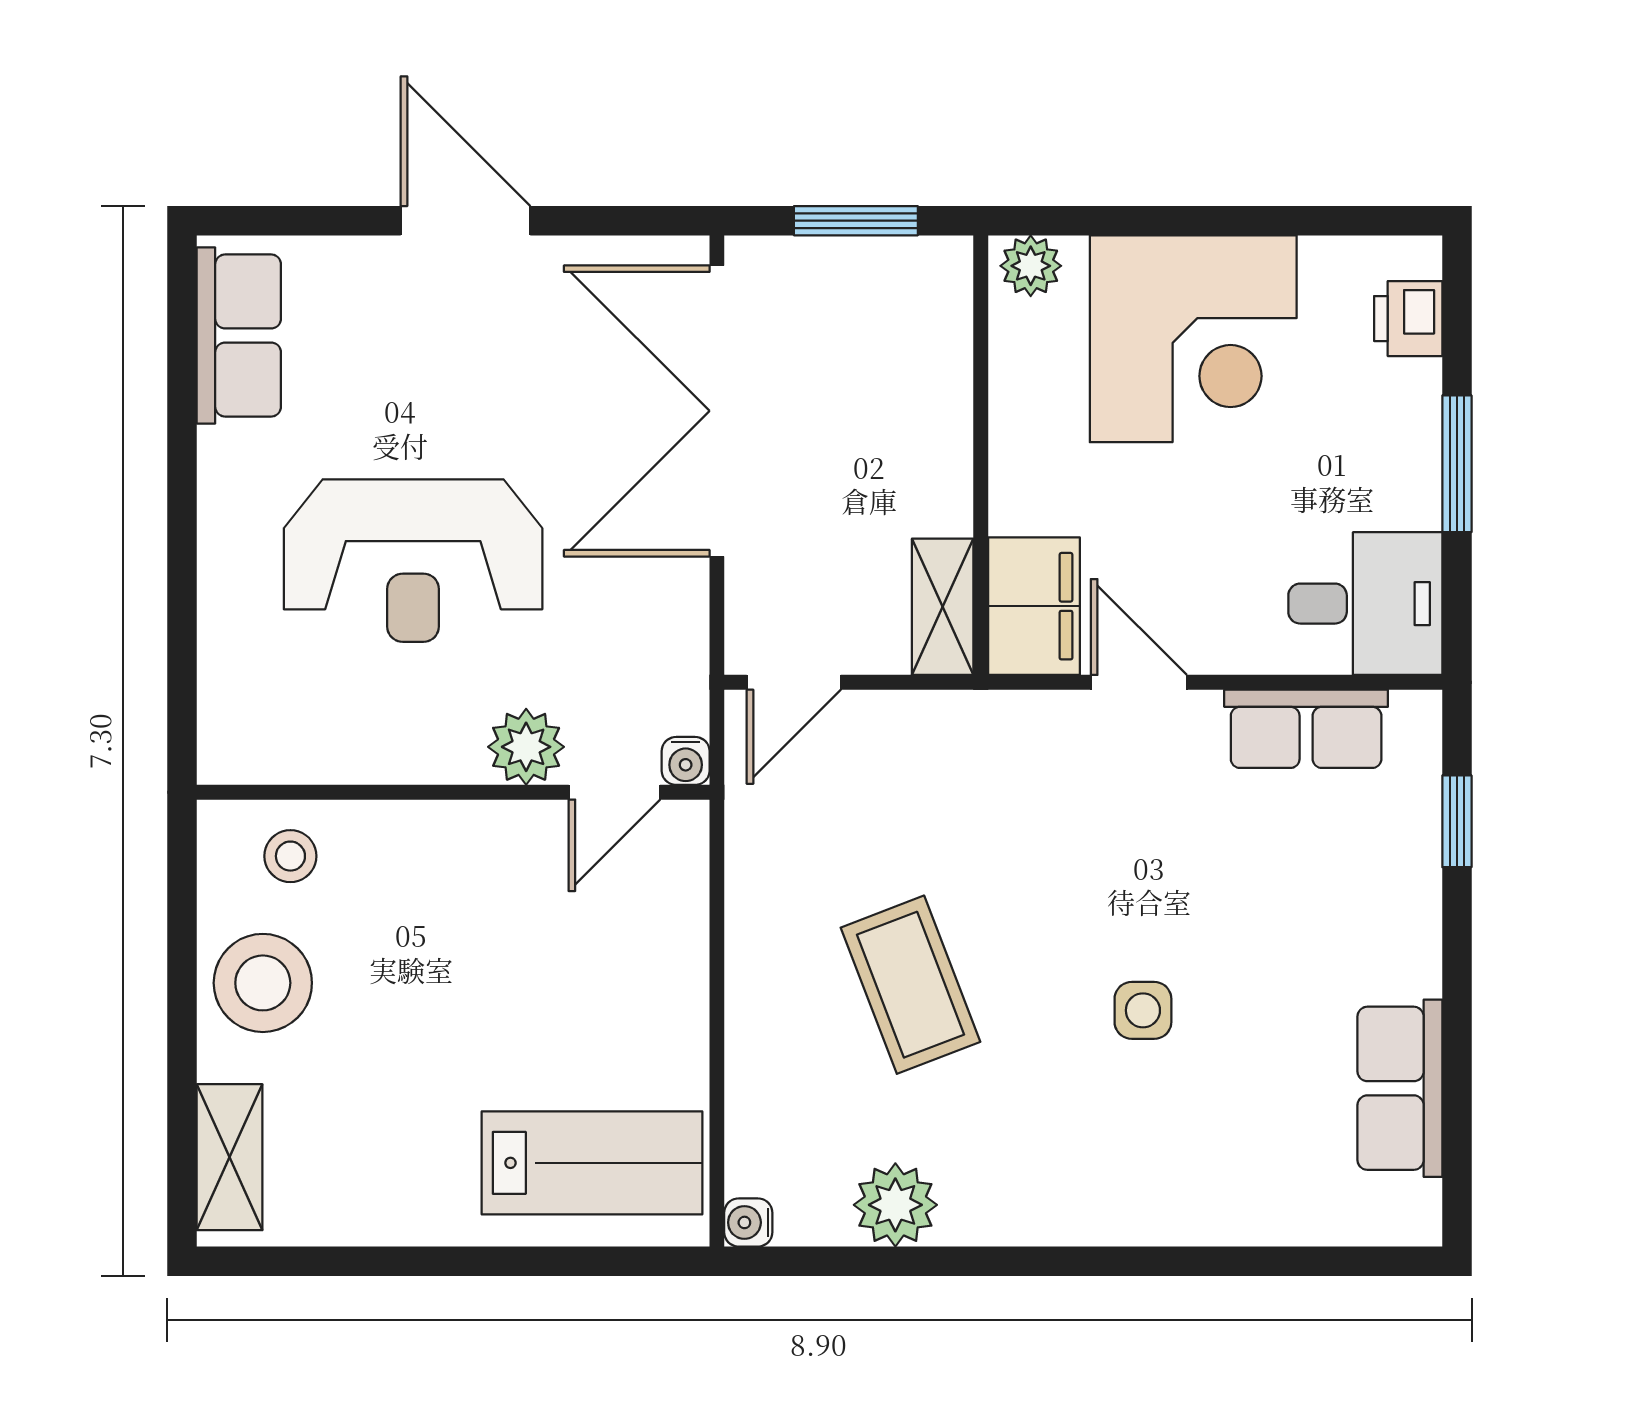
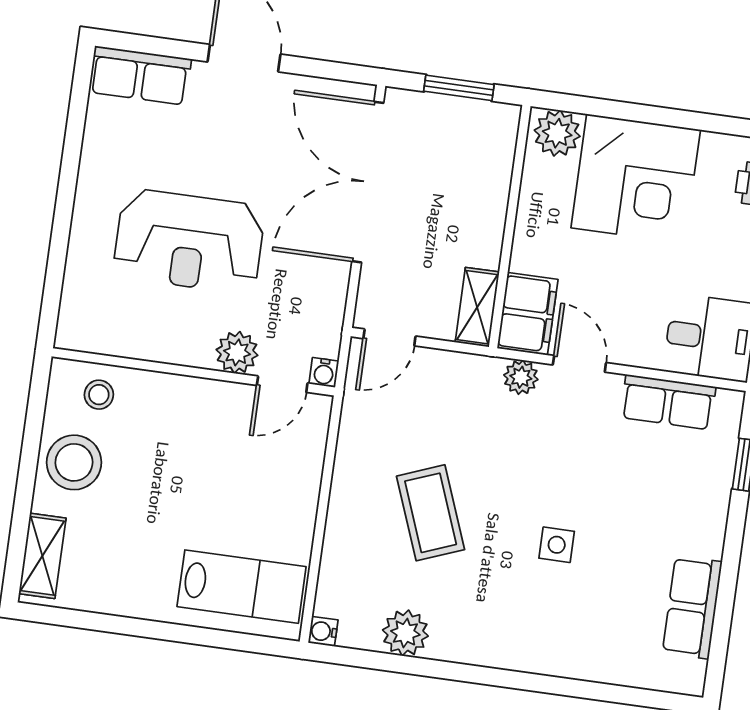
plant: (1031, 266) -> (557, 133), width x1.38, depth x1.38
row of seats: (239, 336) -> (140, 76), moved, turned 90
plant: (1038, 721) -> (521, 377), added

